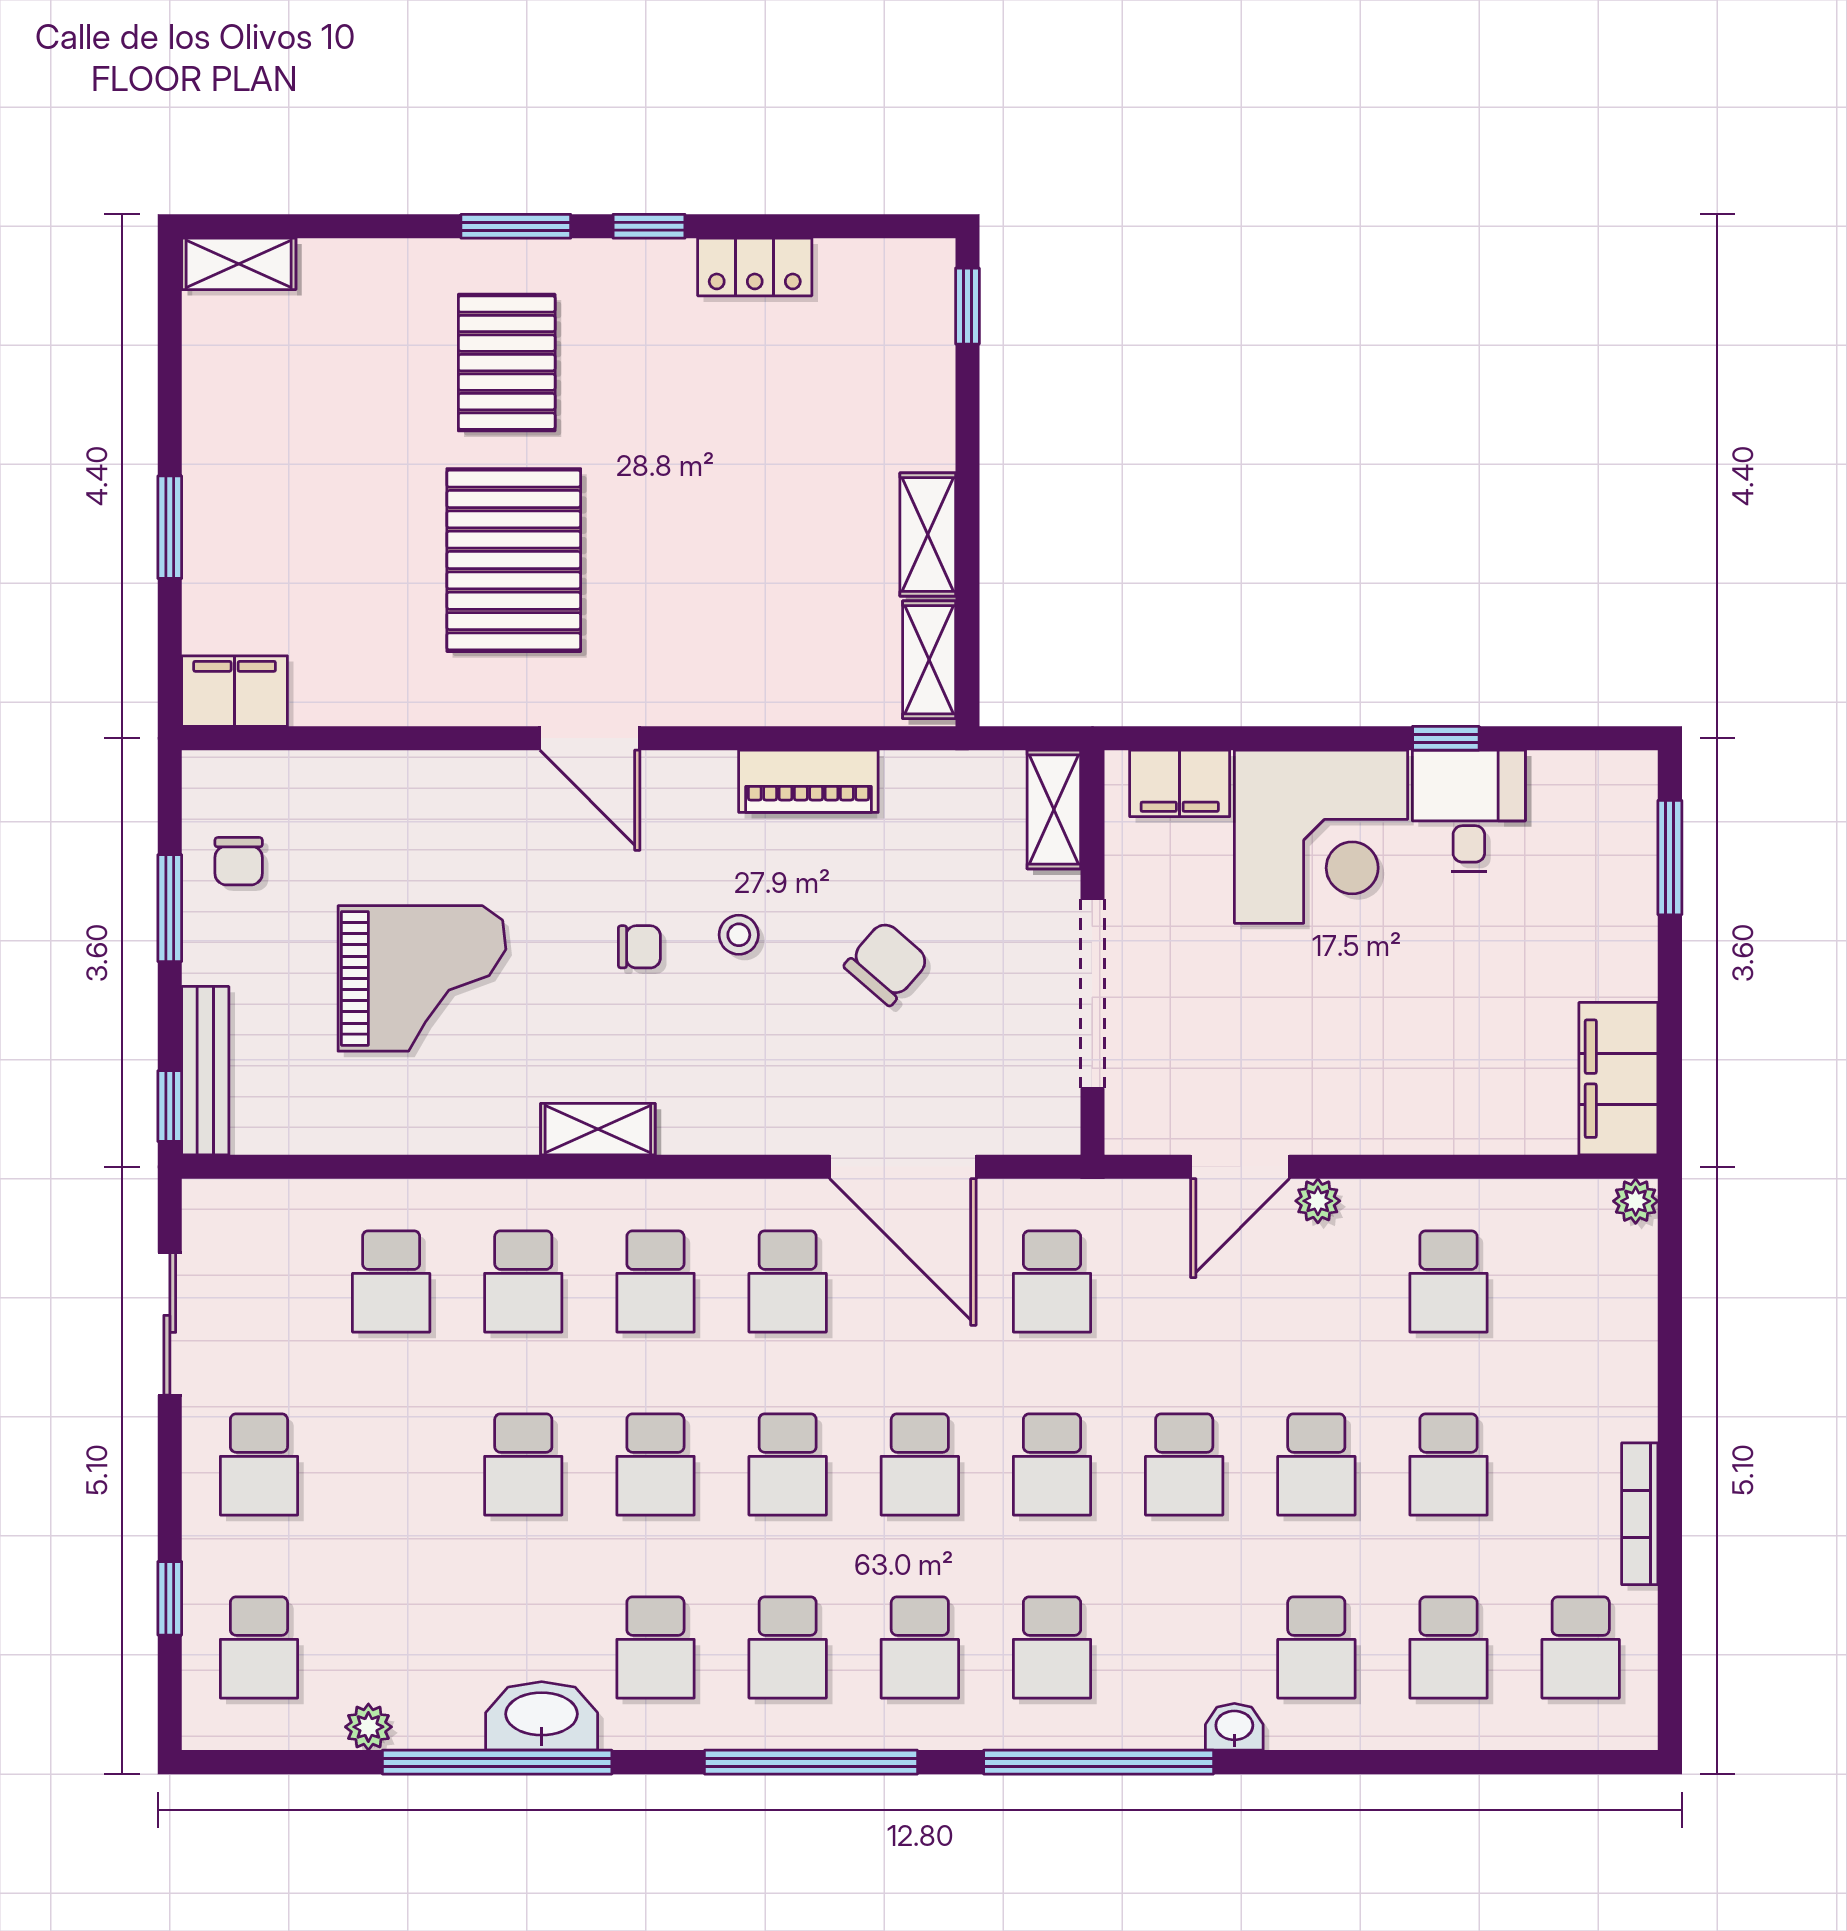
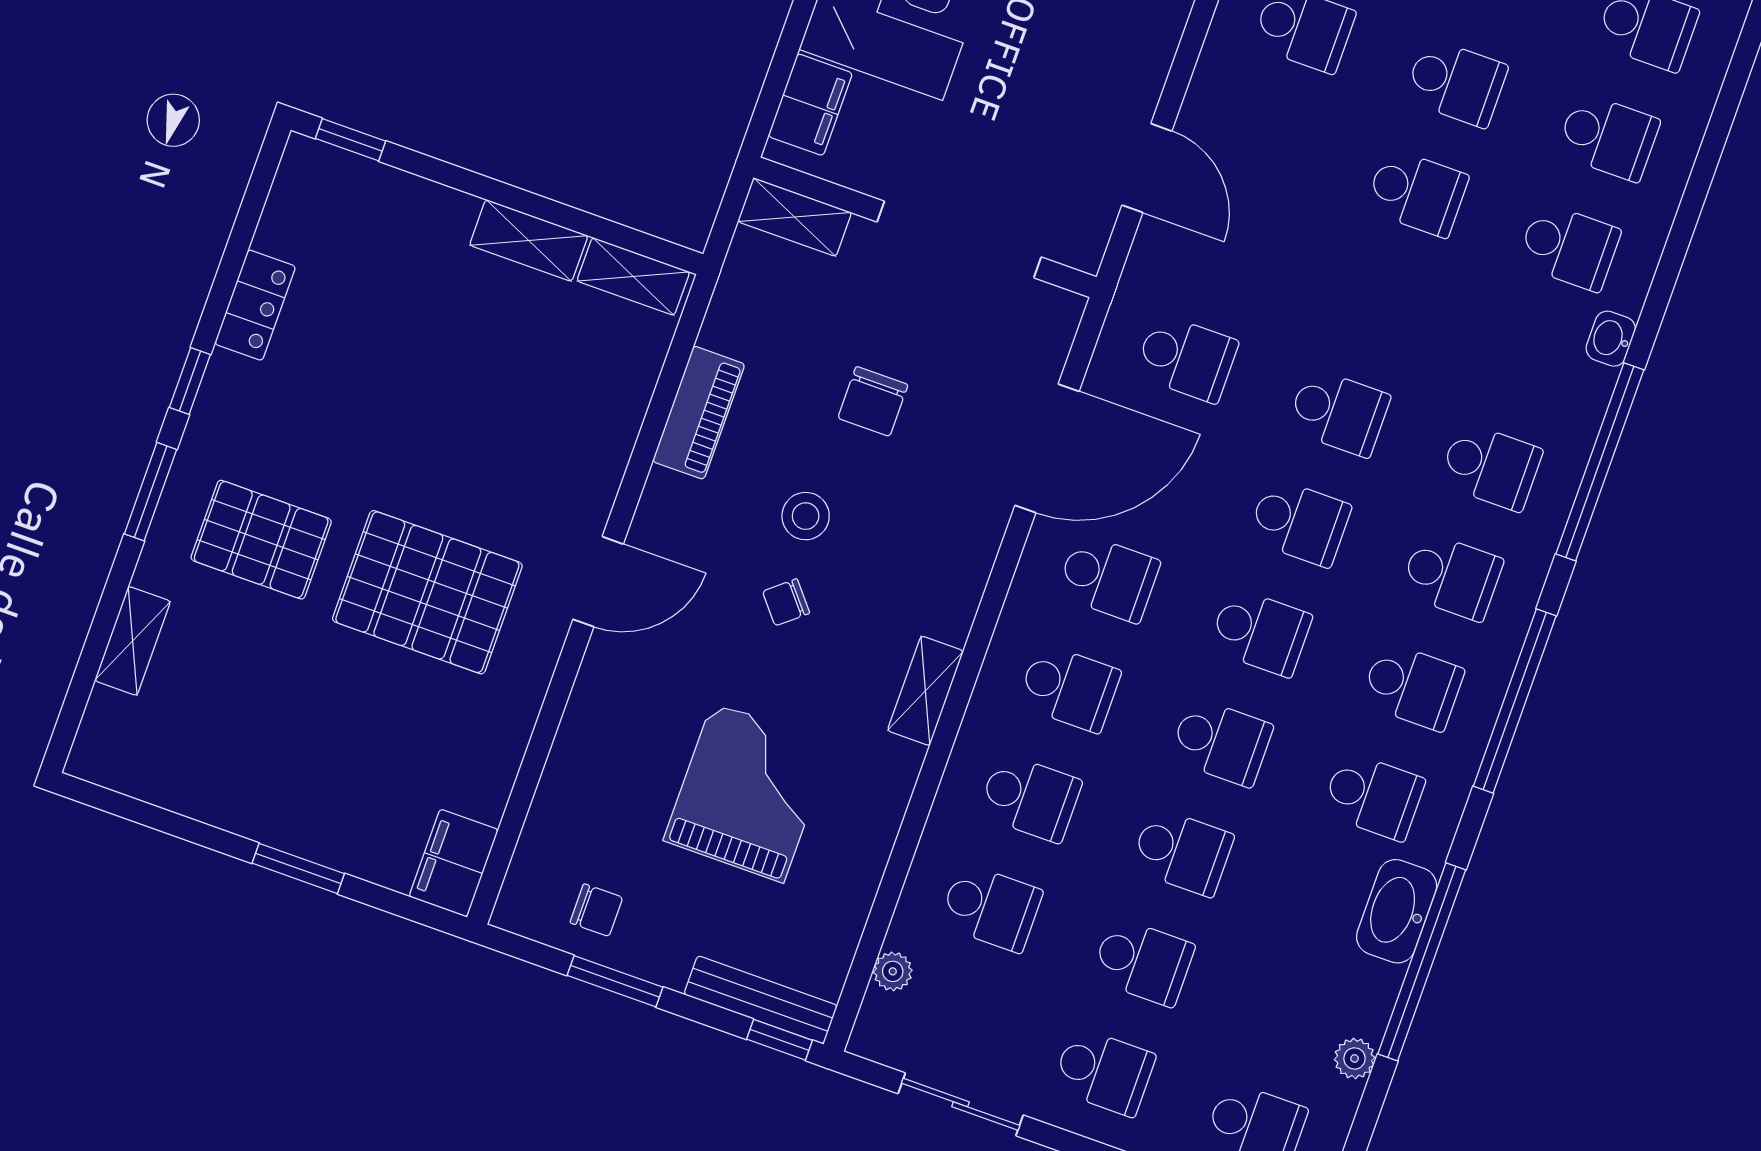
shelving: (239, 264) -> (133, 641), moved
stool: (739, 935) -> (806, 516), width x1.37, depth x1.37
chair: (639, 947) -> (786, 602), turned -130
chair: (887, 963) -> (873, 401), turned -131
plant: (1318, 1201) -> (893, 971), moved
school desk: (1184, 1464) -> (1143, 962), moved

